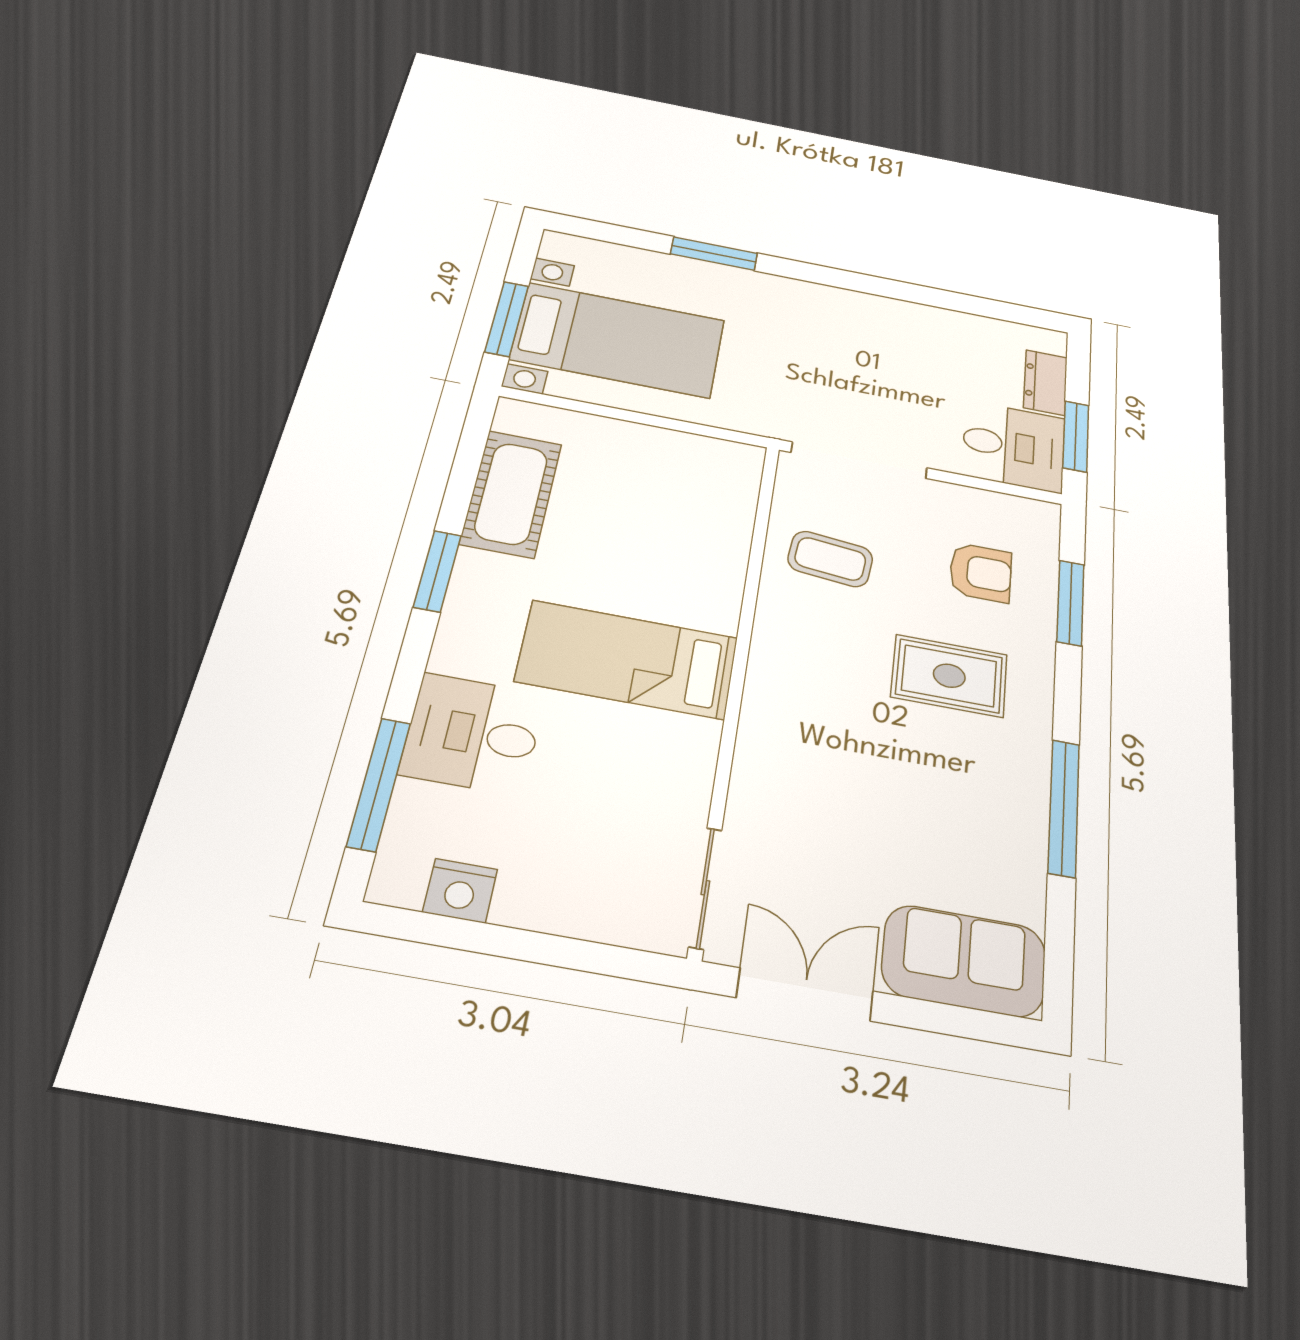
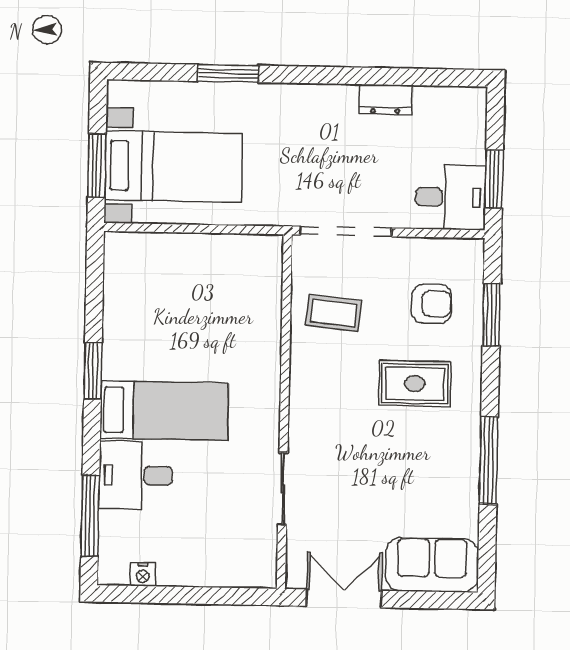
dresser: (1045, 382) -> (385, 99), moved, turned -90
cot: (511, 494) -> (126, 305), removed
bed: (627, 659) -> (164, 411), moved, turned 180
sliding door: (705, 888) -> (283, 489), moved
nightstand: (460, 891) -> (143, 574), width x0.72, depth x0.74

